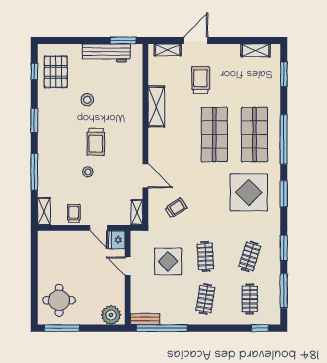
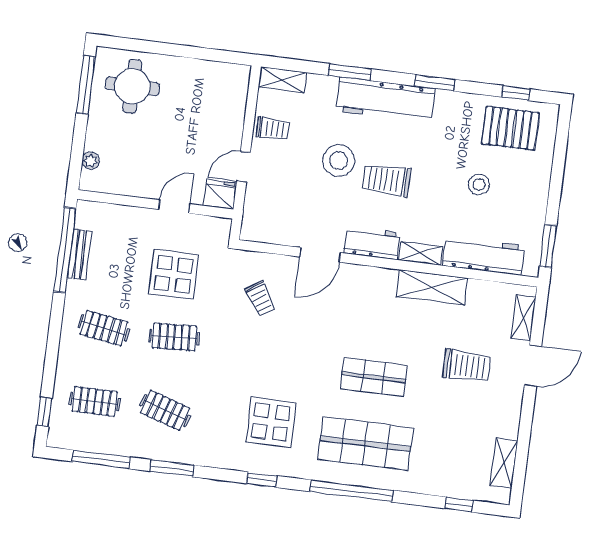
door: (195, 41) -> (533, 366), hinge flipped
workbench: (106, 53) -> (484, 256), moved, turned 90
window: (284, 74) -> (459, 505), width x0.67
stool: (87, 100) -> (479, 185), moved
shop shelf: (214, 135) -> (374, 377), width x0.70, depth x0.74
workbench: (134, 146) -> (372, 243), added
workbench: (48, 149) -> (385, 100), added
window: (34, 172) -> (350, 72), width x0.69
stool: (88, 172) -> (339, 161), width x1.89, depth x1.89
display table: (249, 192) -> (271, 422), width x0.73, depth x0.73
window: (284, 194) -> (262, 480), width x0.67
shelving: (137, 212) -> (421, 253), moved
plant: (111, 315) -> (91, 161), width x0.53, depth x0.53
bench: (145, 319) -> (79, 254), moved

